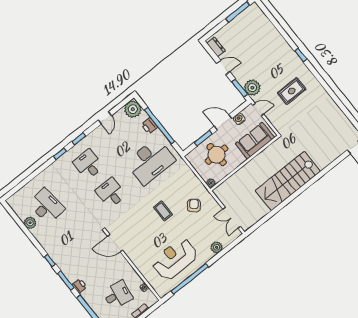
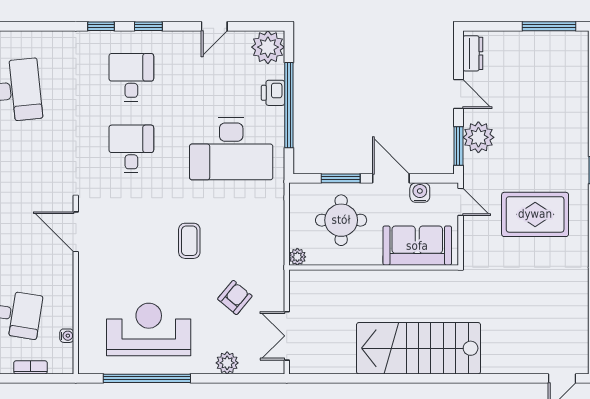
plant: (252, 88) -> (478, 137), moved
rug: (292, 91) -> (535, 214), width x1.36, depth x1.43
armchair: (194, 206) -> (235, 297), moved

